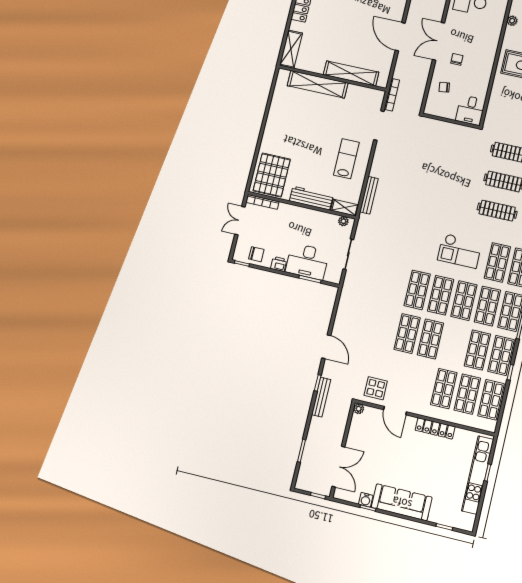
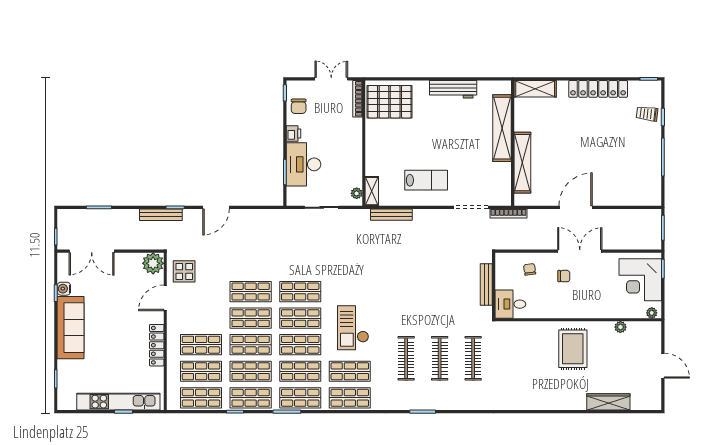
bench: (449, 127) -> (486, 284), added
workbench: (311, 198) -> (453, 89), moved, turned 90
shop shelf: (454, 344) -> (251, 345), added
plant: (359, 409) -> (153, 263), width x1.87, depth x1.87

